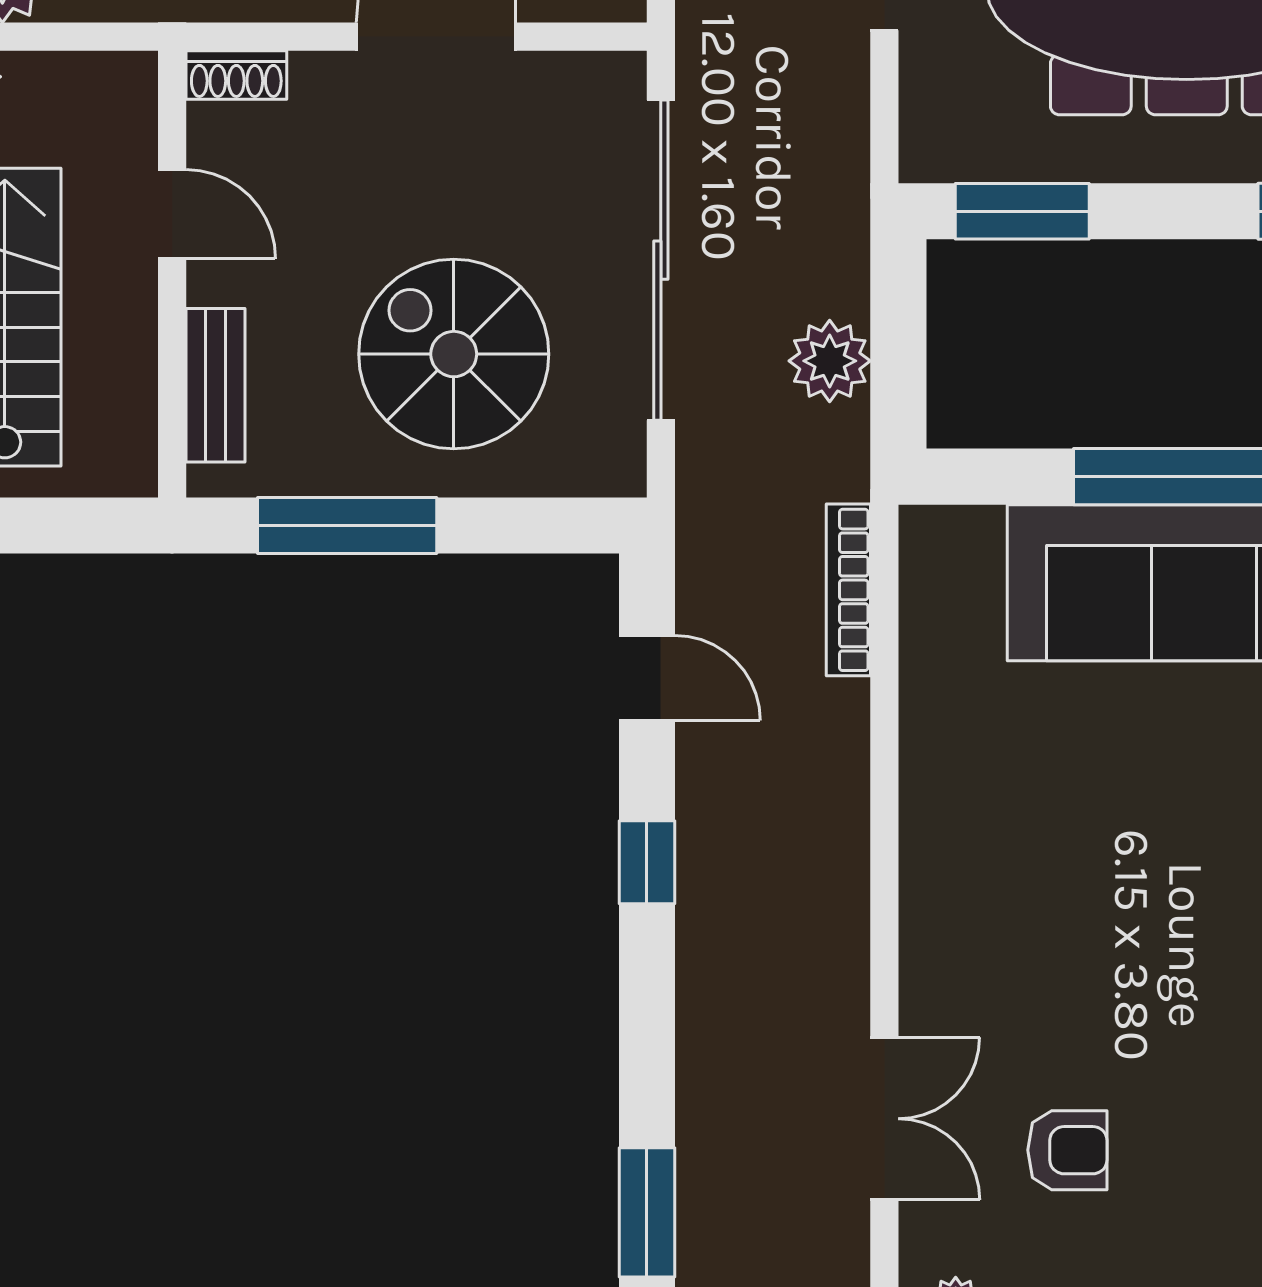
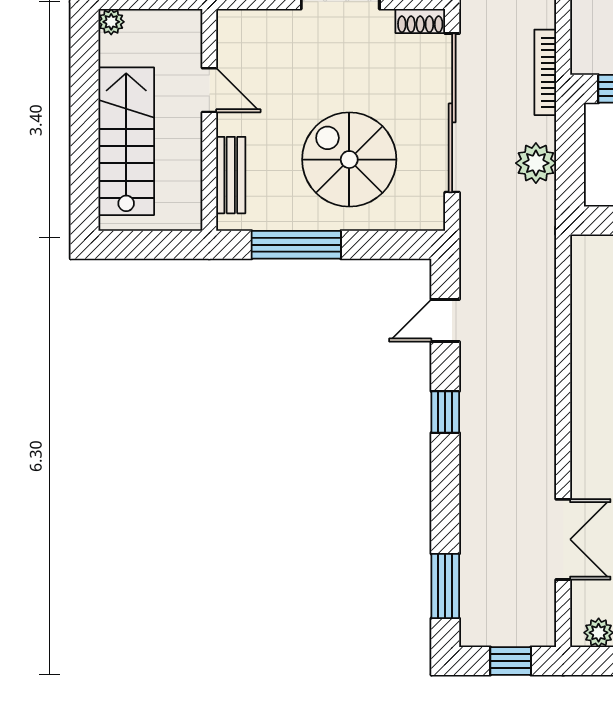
shoe rack: (236, 75) -> (420, 21), moved
bookcase: (848, 590) -> (545, 72), moved
door: (647, 678) -> (445, 320), swing flipped

